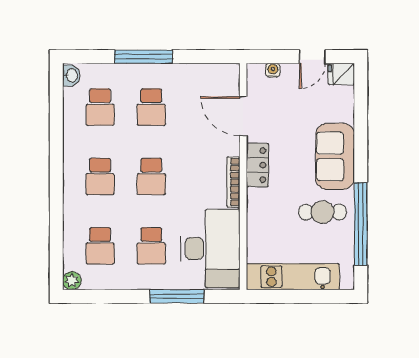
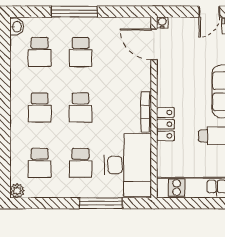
water cooler: (273, 70) -> (162, 22), moved
door: (243, 116) -> (154, 44), moved
locker: (257, 165) -> (165, 124), moved

